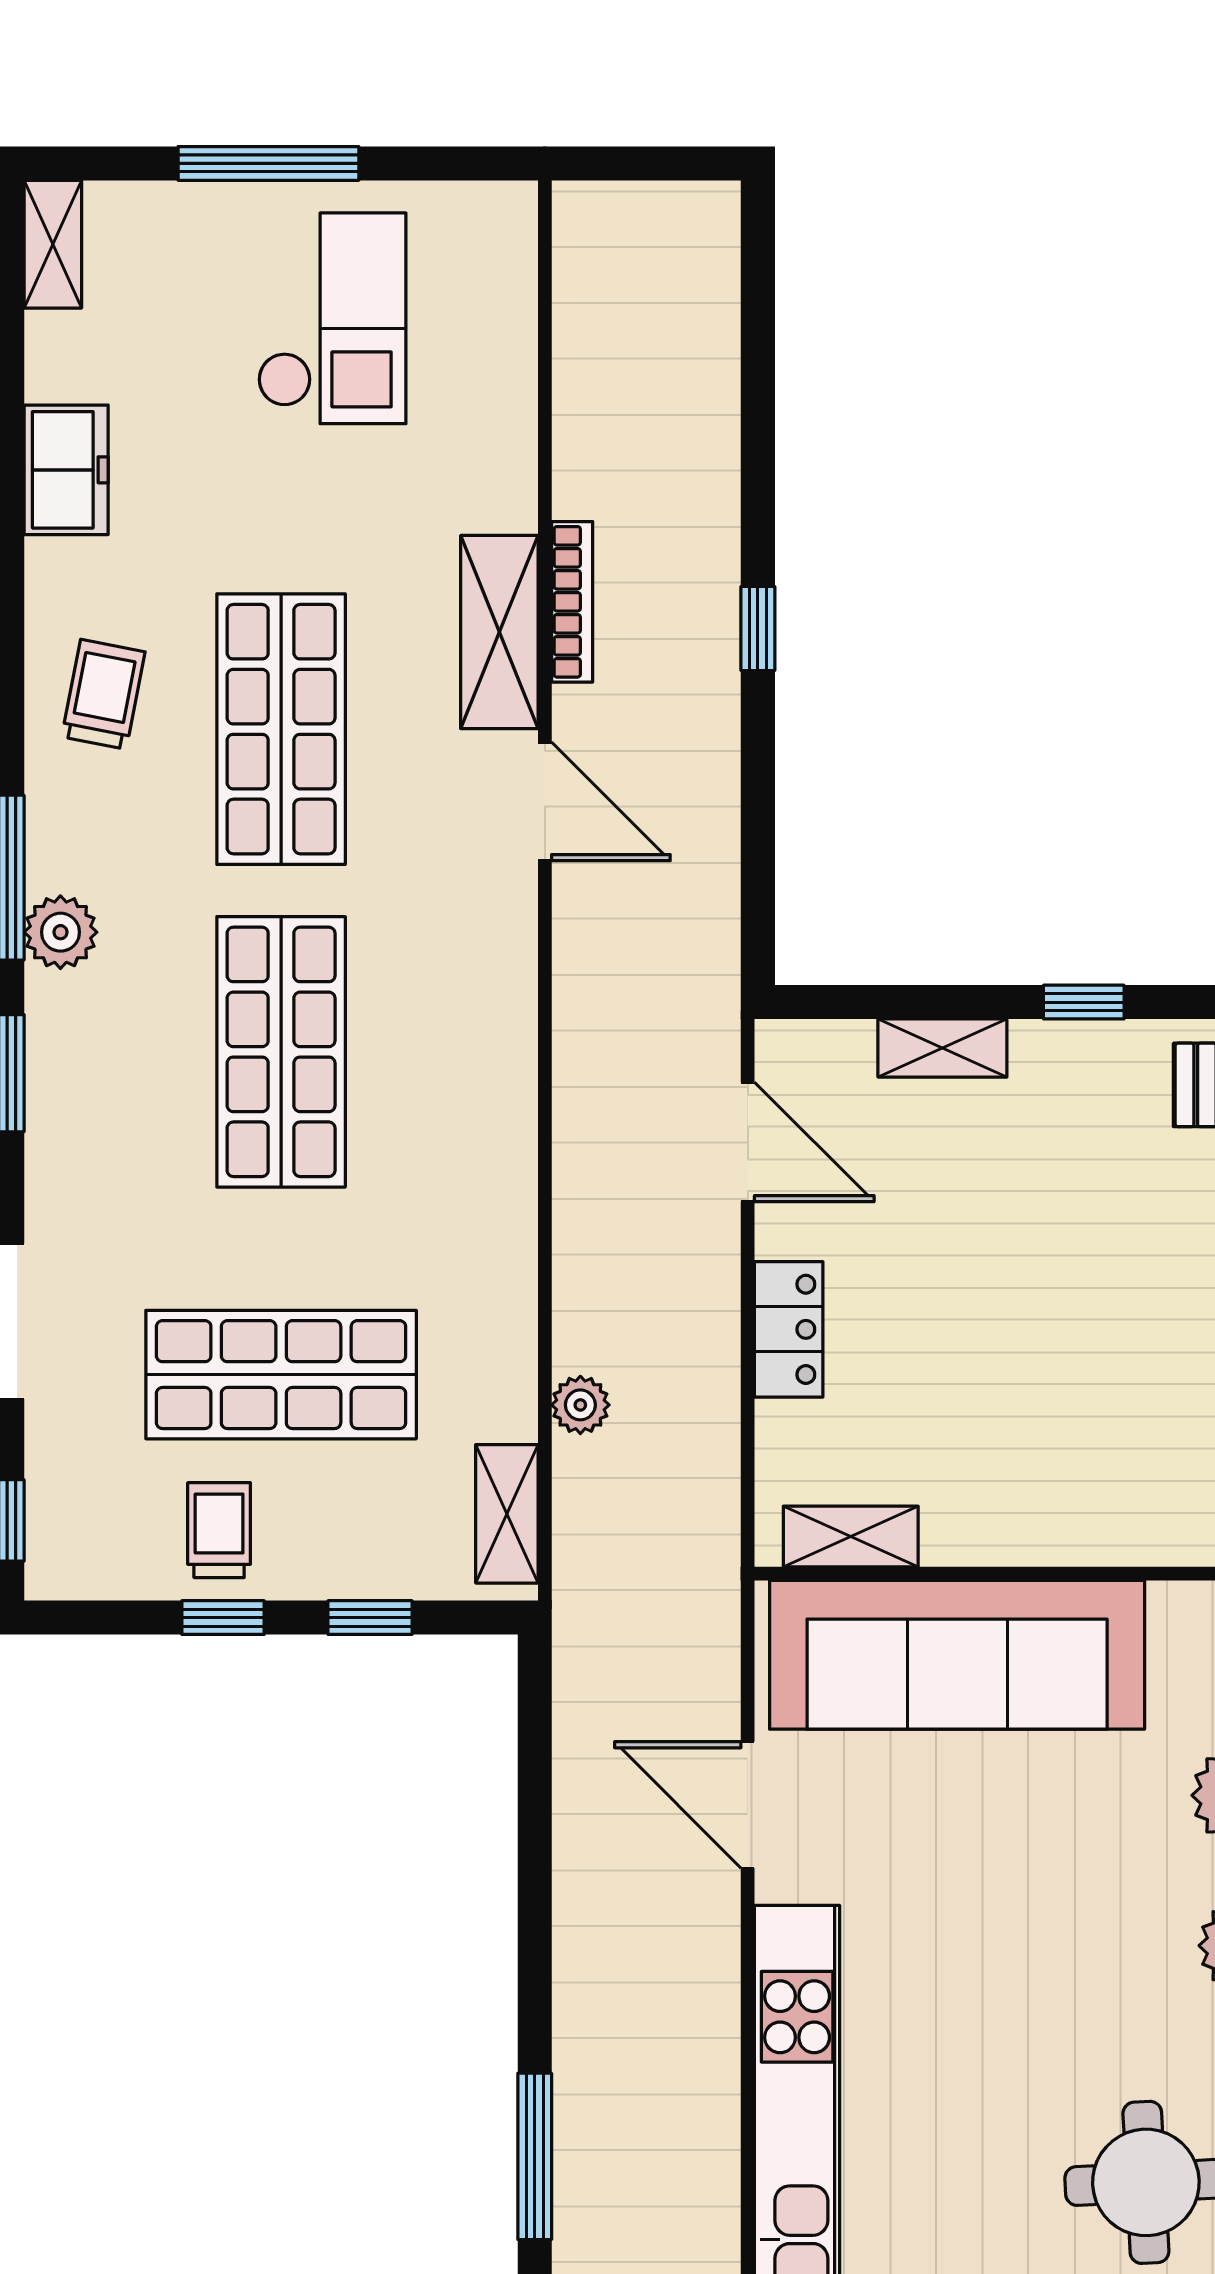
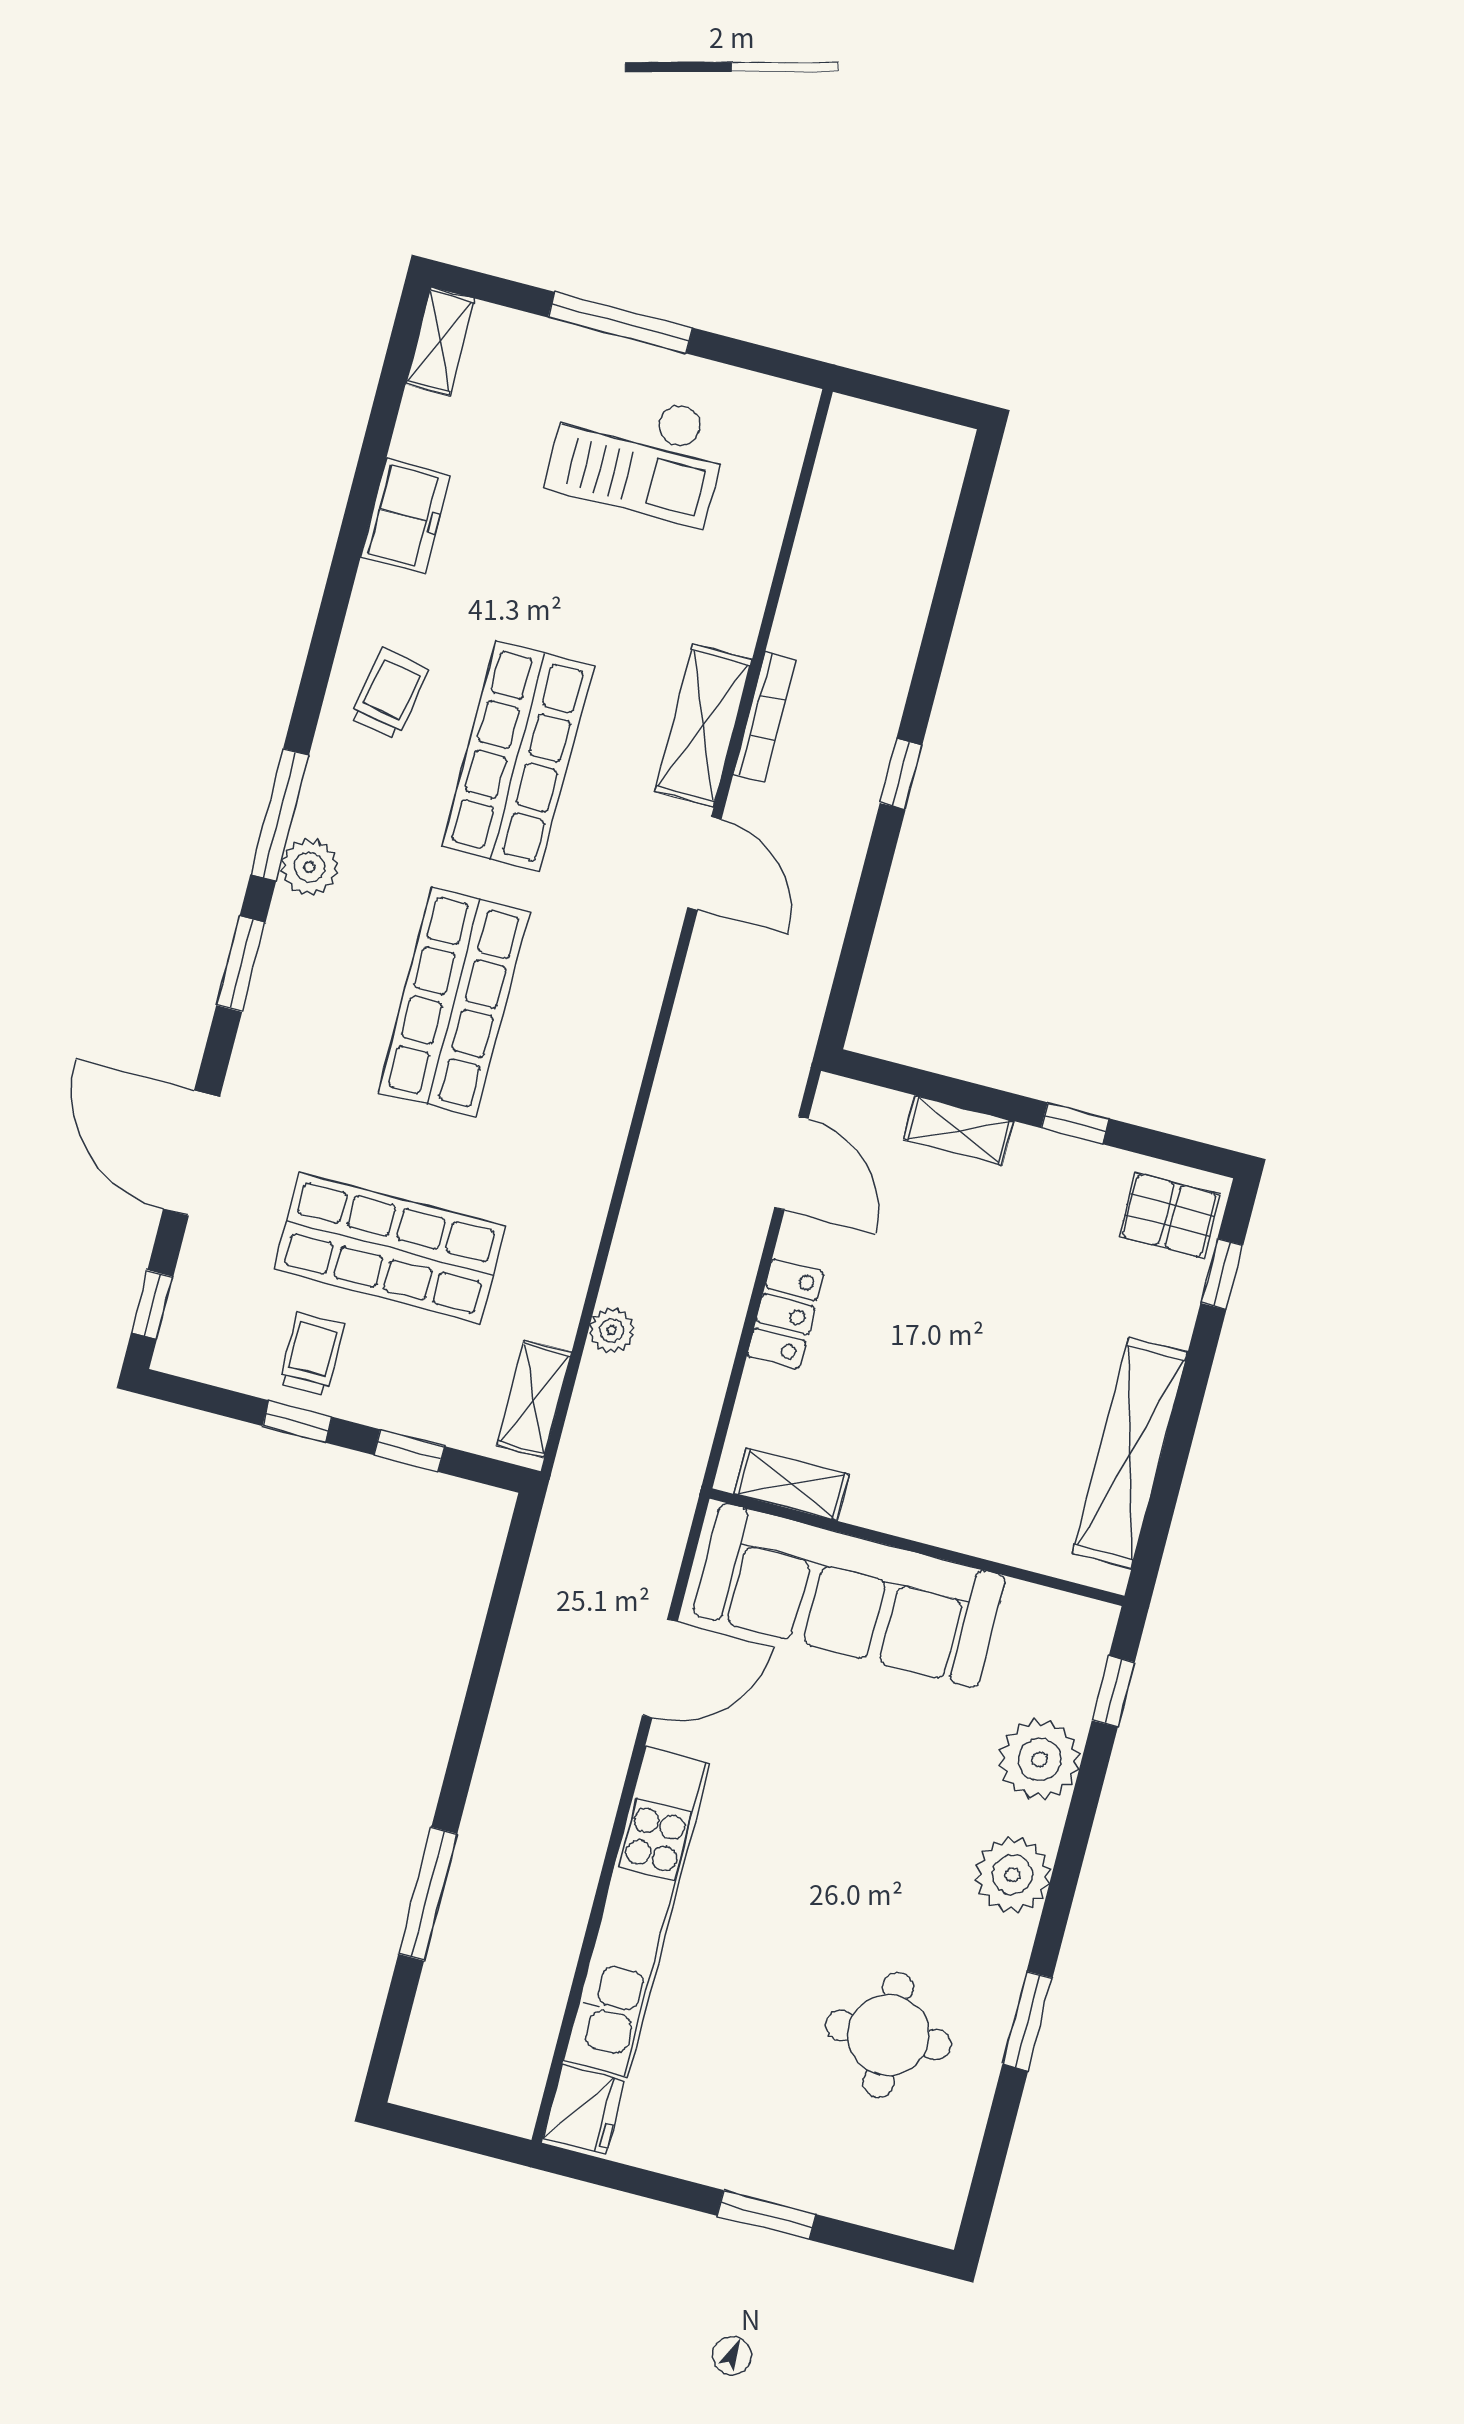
checkout: (332, 318) -> (638, 453), turned 90
door: (748, 1805) -> (660, 1668), swing flipped

